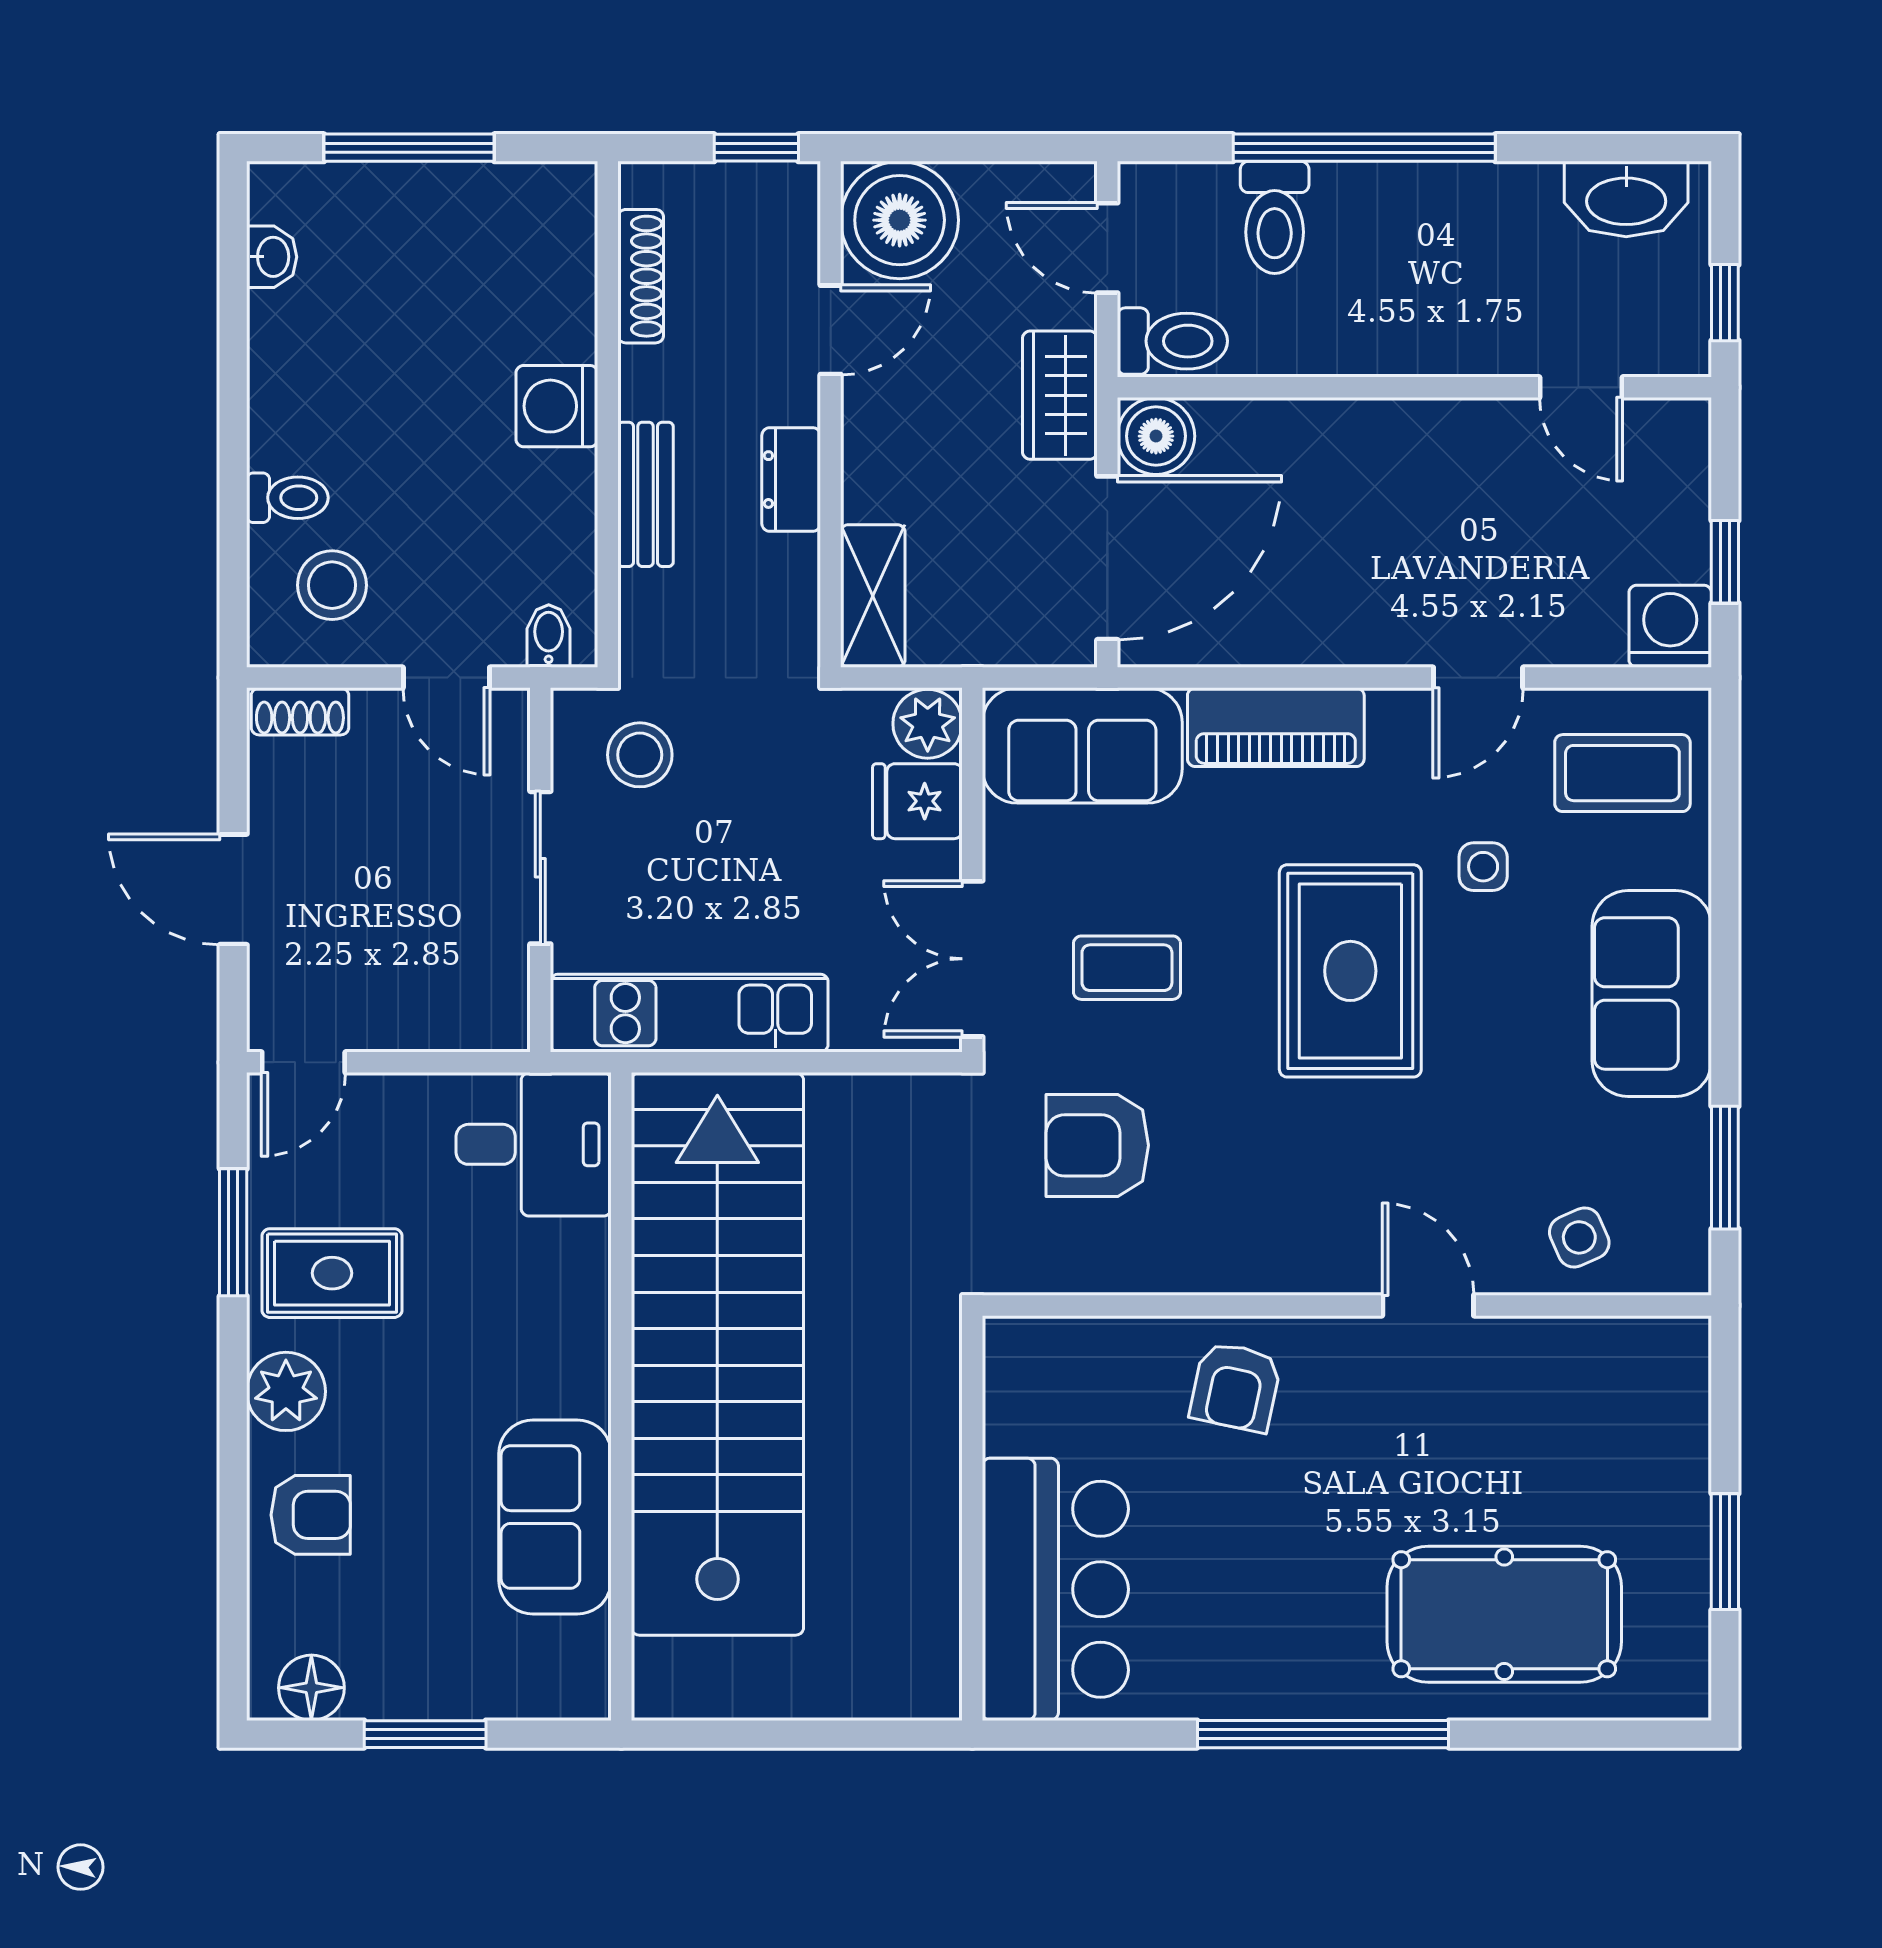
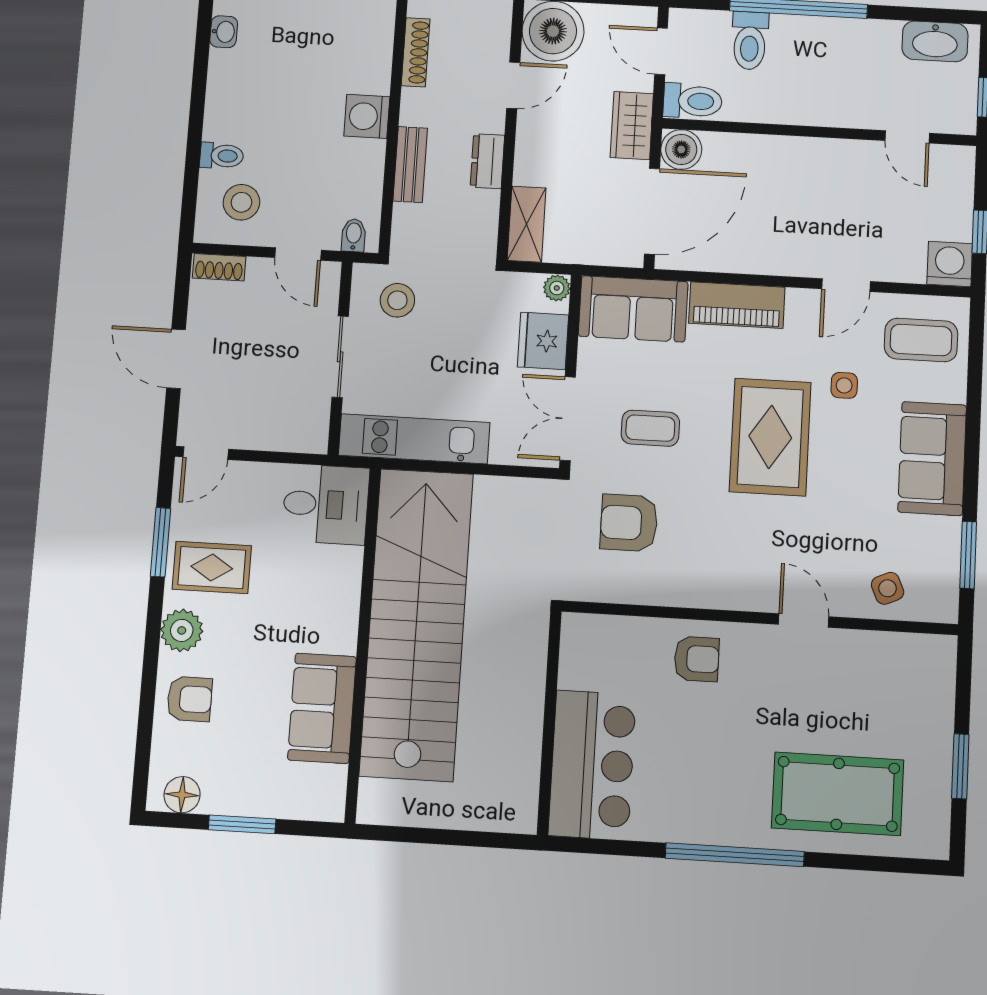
plant: (928, 724) -> (557, 288), width x0.73, depth x0.73
fridge: (917, 801) -> (543, 341), width x1.38
armchair: (1235, 1387) -> (697, 659), turned -102

